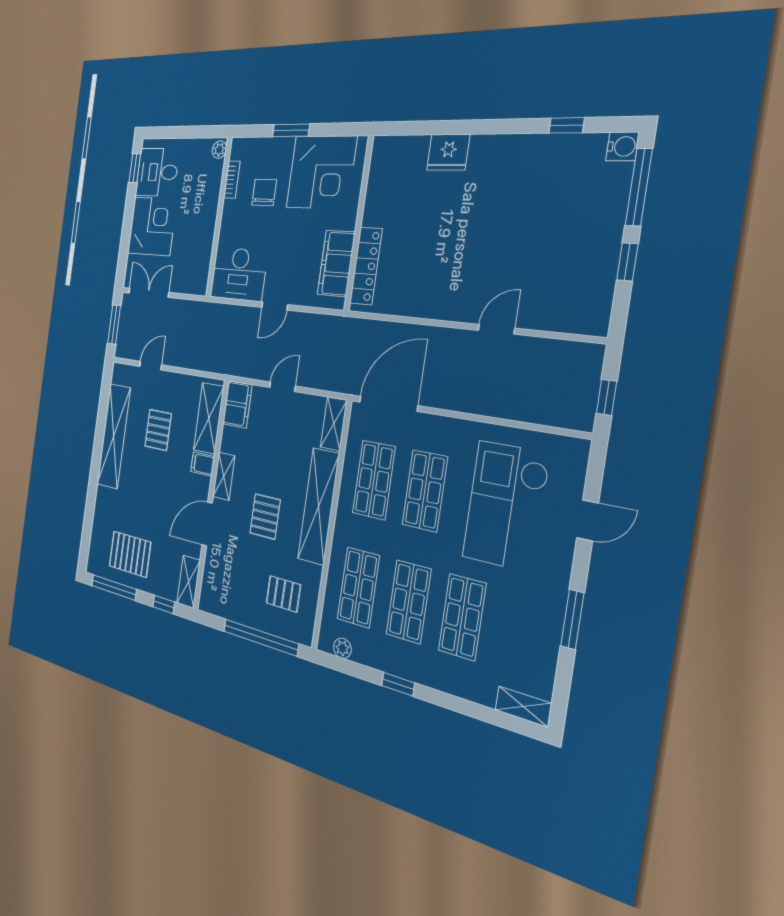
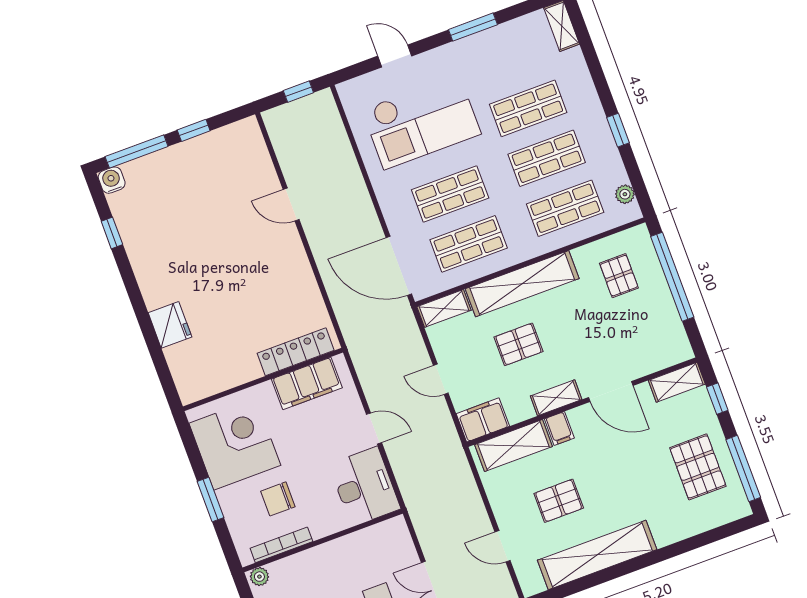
bookcase: (232, 180) -> (281, 545), width x1.56
pallet: (265, 517) -> (518, 344), moved

